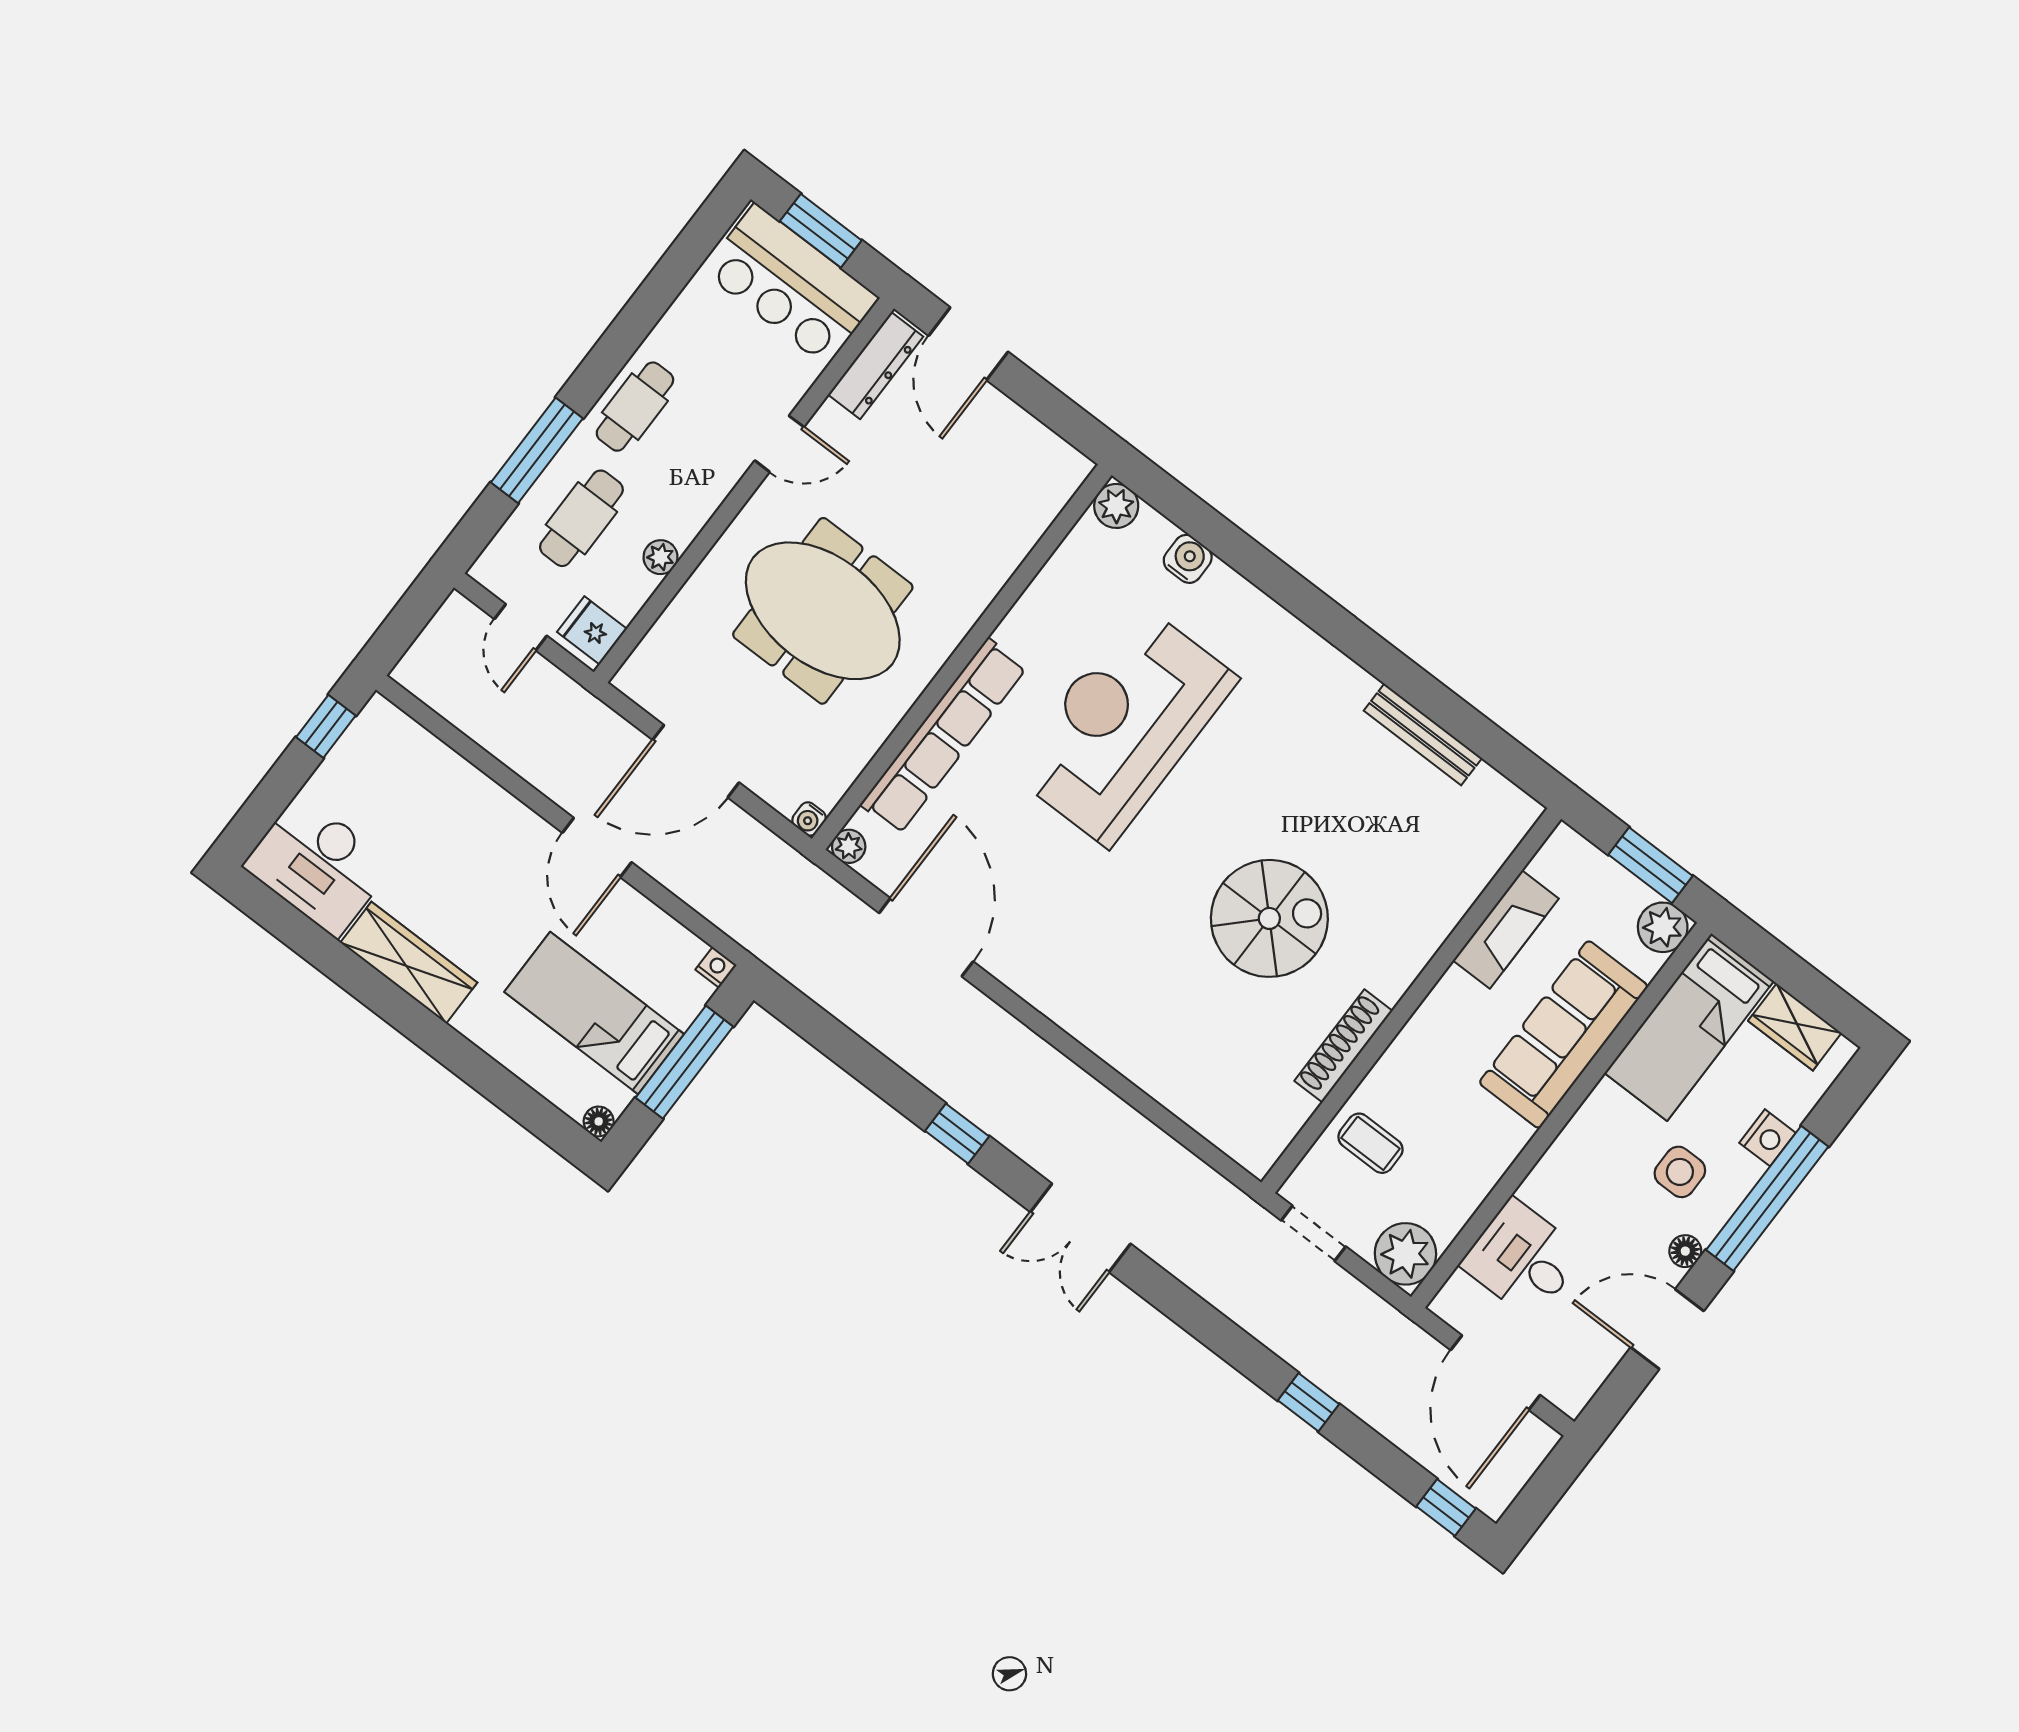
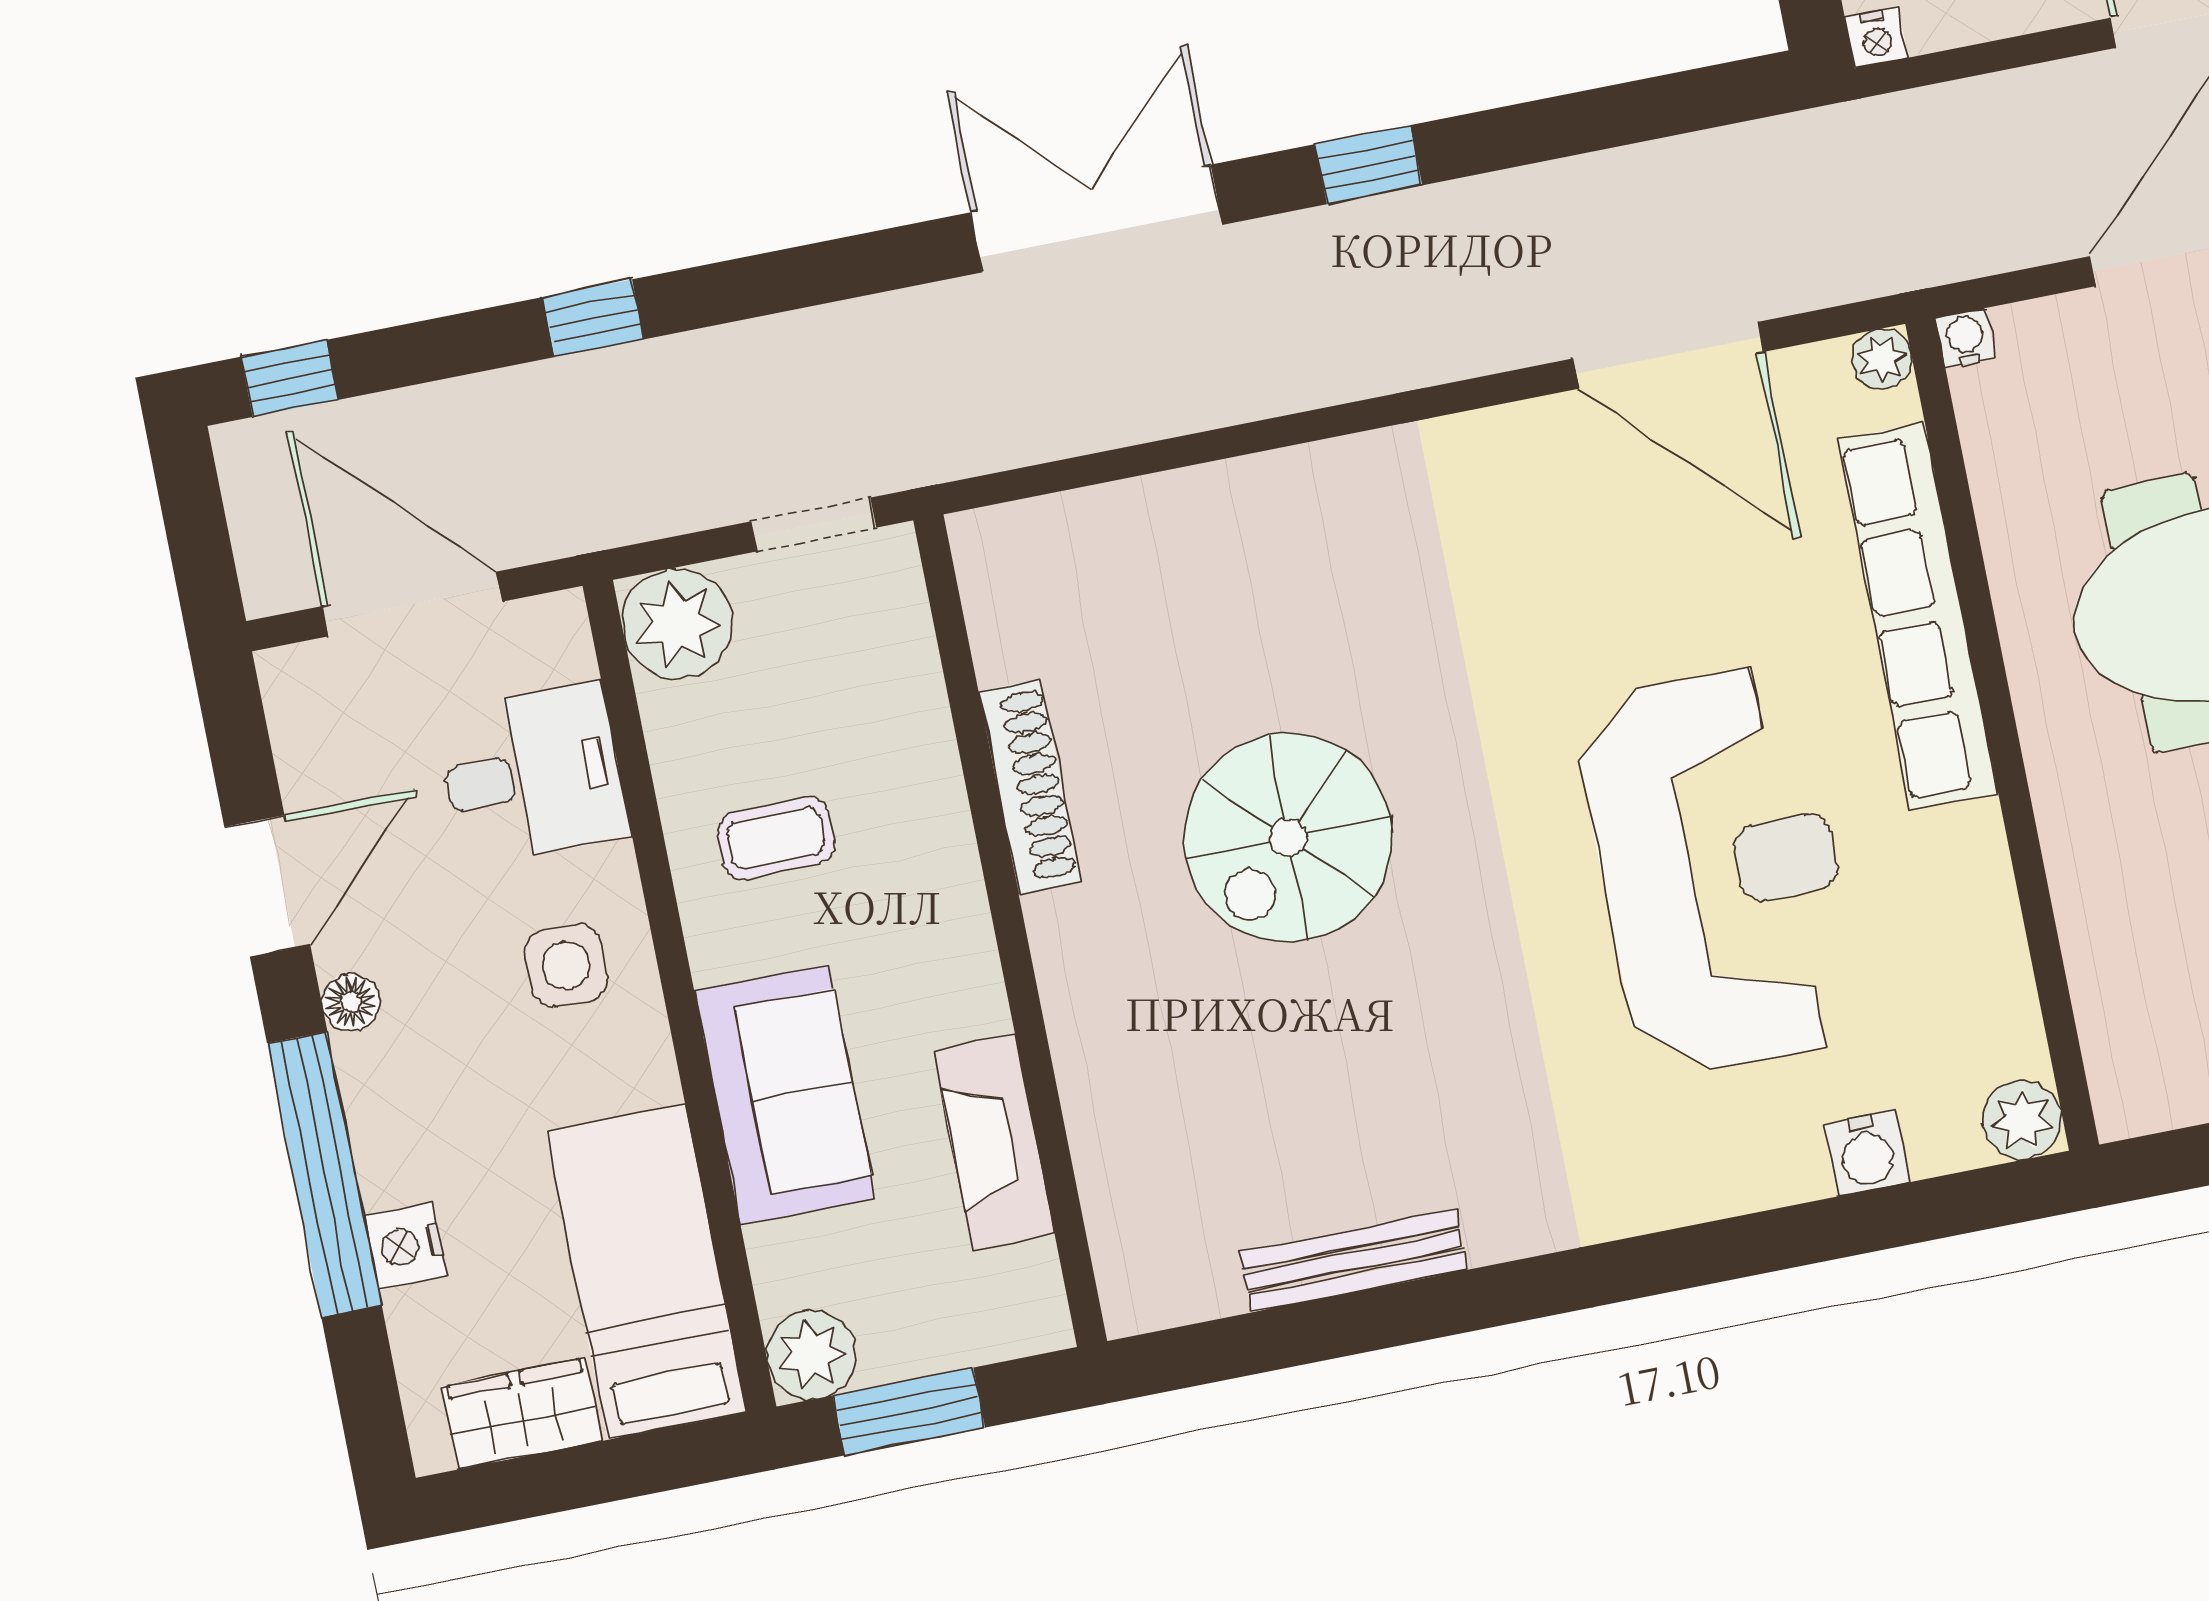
sofa: (1564, 1034) -> (785, 1095), width x0.73
coffee table: (1370, 1143) -> (776, 838), moved
side table: (1680, 1172) -> (566, 965), moved
double door: (1080, 1228) -> (1096, 219), width x1.37

